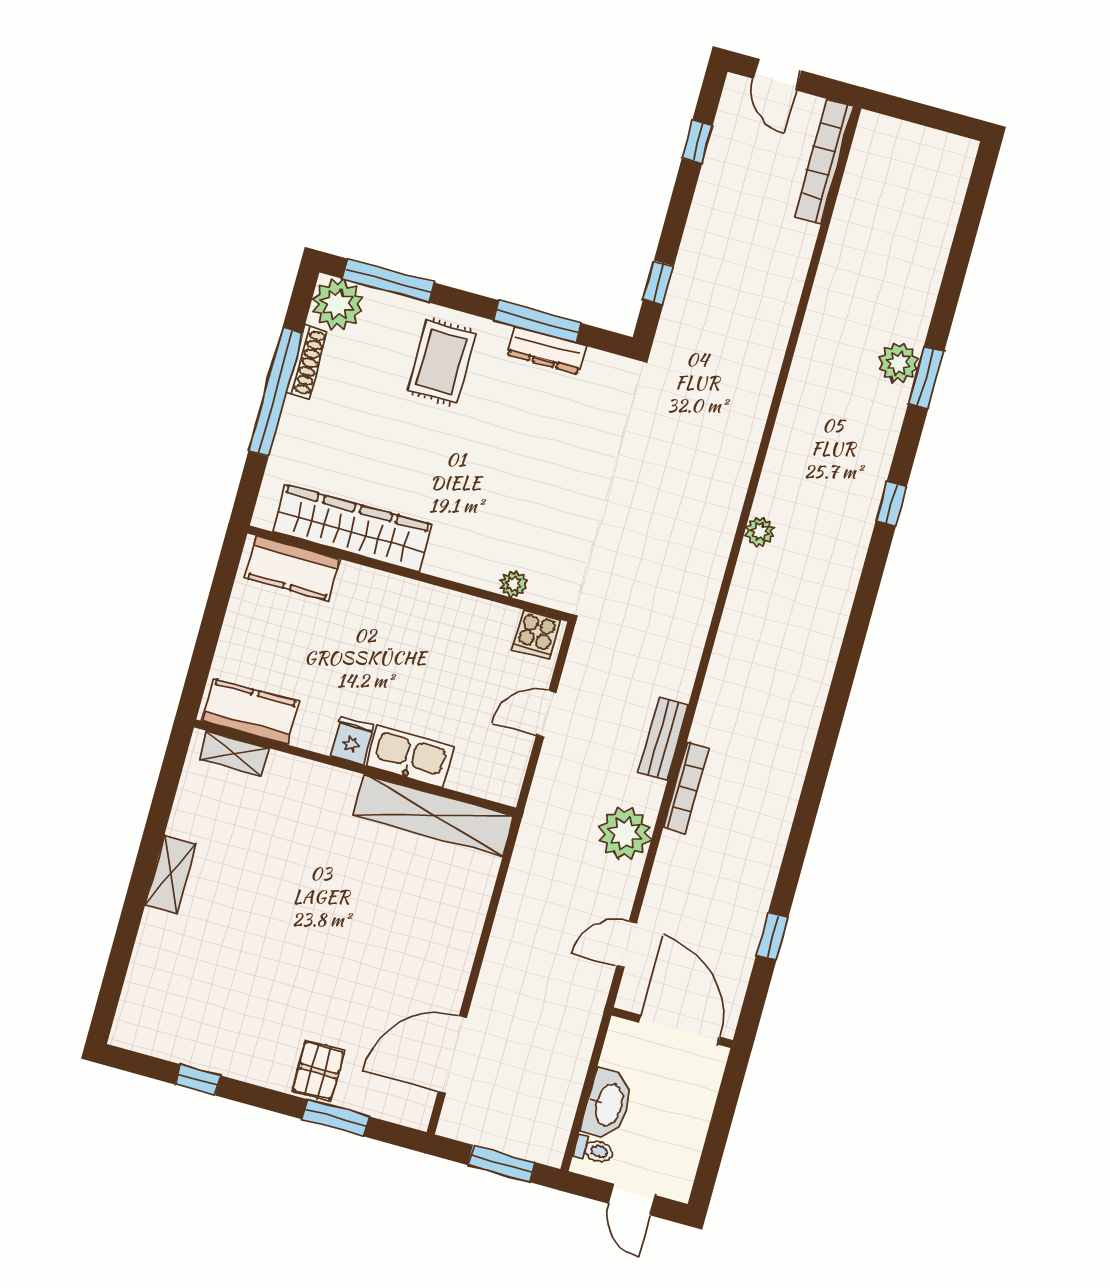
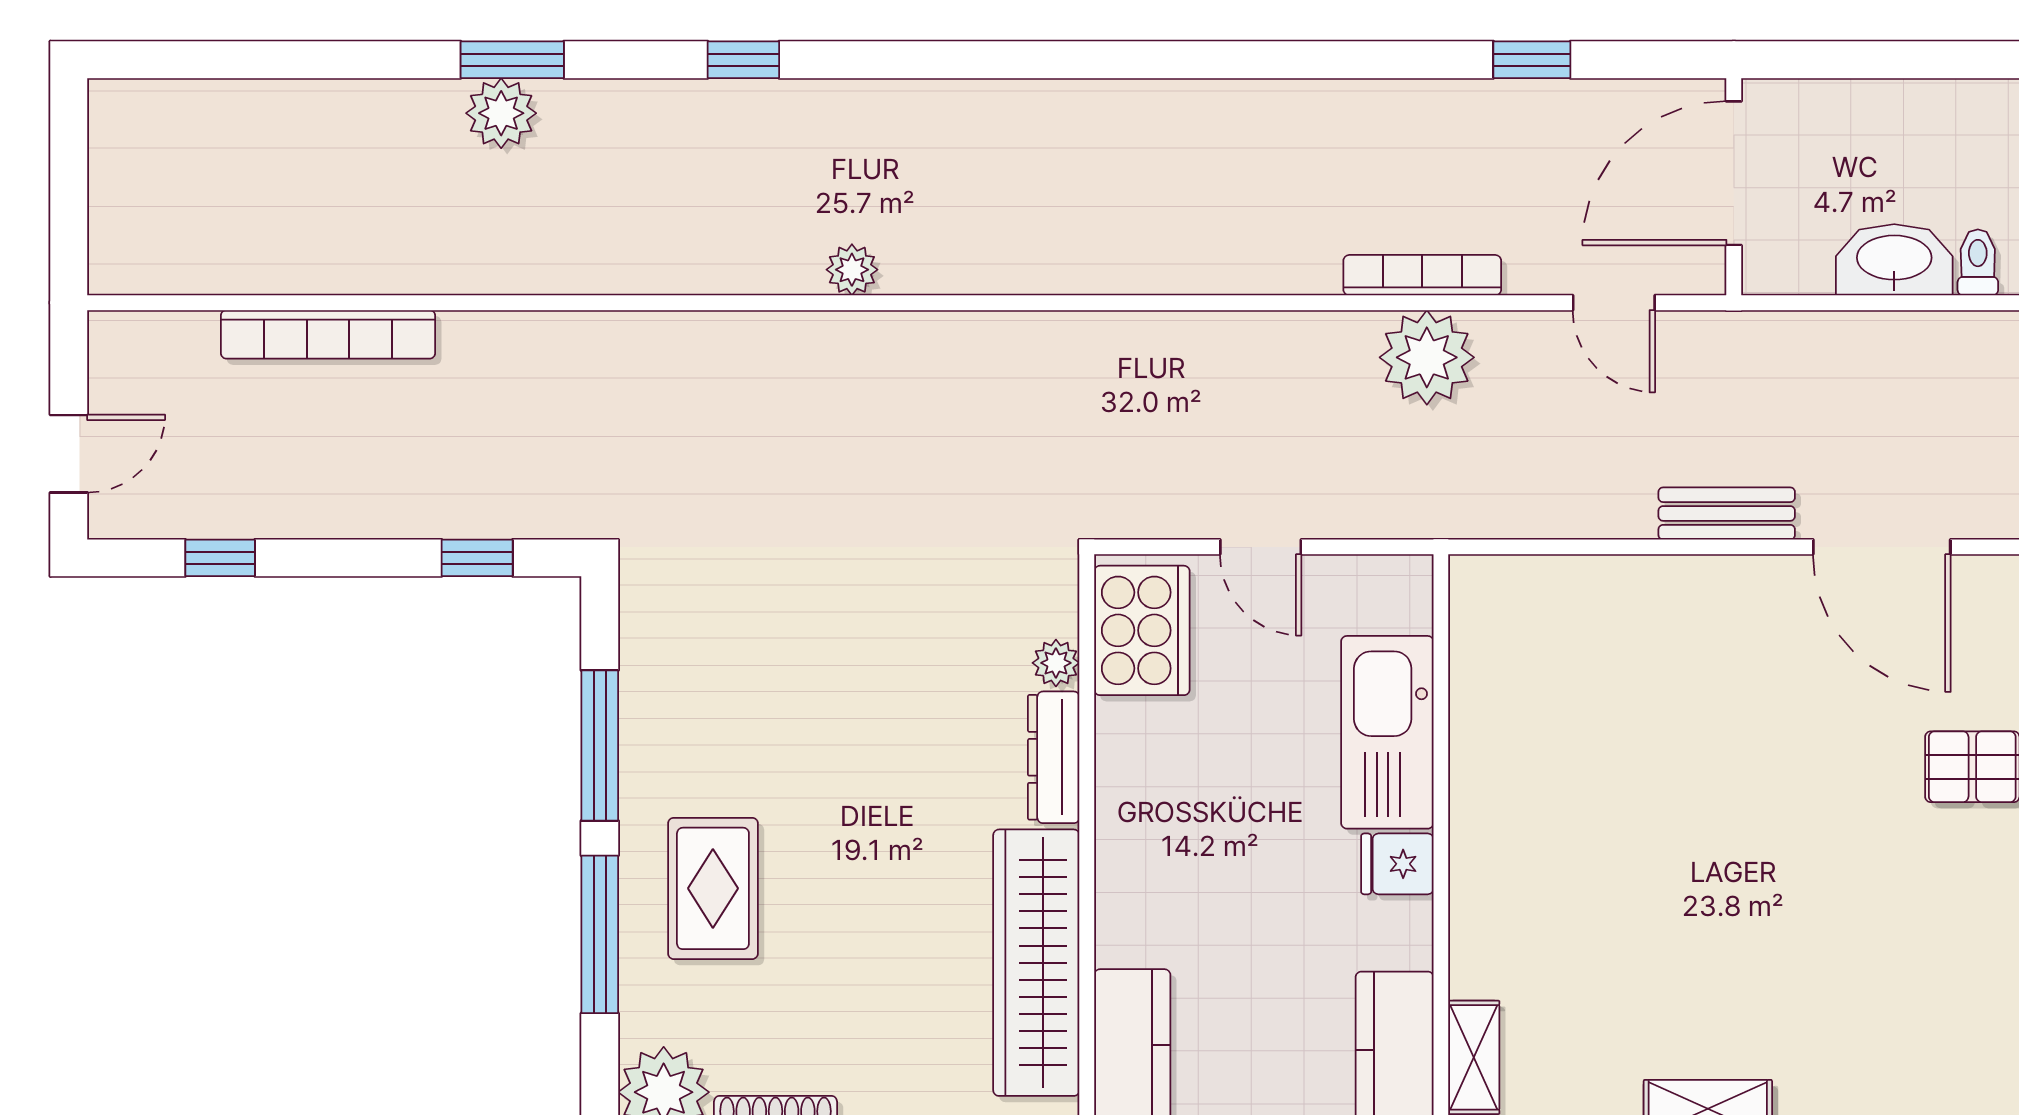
bookcase: (824, 161) -> (328, 334), moved
window: (389, 281) -> (600, 934), moved
dresser: (546, 350) -> (1054, 757), moved, turned 180
rug: (442, 362) -> (713, 888), turned 90
cooker: (537, 635) -> (1142, 630), width x1.87, depth x1.31
bench: (664, 739) -> (1727, 513), moved
kitchen sink: (410, 756) -> (1387, 732), width x1.36, depth x1.24
bookcase: (686, 788) -> (1422, 275), moved
shelving: (434, 815) -> (1485, 690), removed

